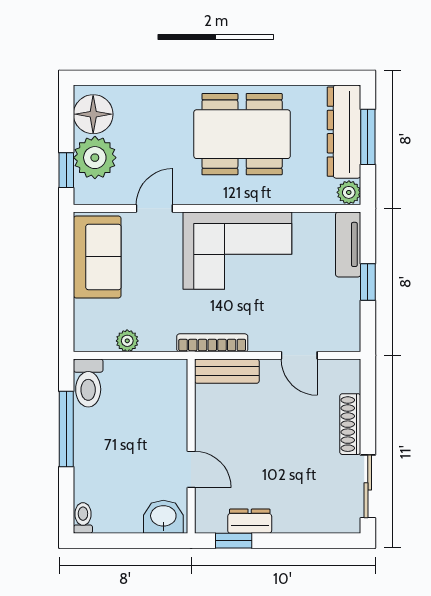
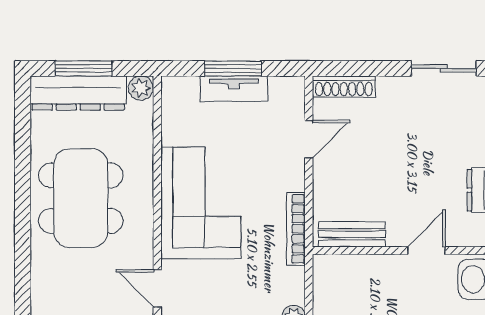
tv unit: (348, 244) -> (234, 89), moved
window: (368, 282) -> (233, 68), width x1.50
bench: (227, 371) -> (352, 234), moved, turned 90
shoe rack: (350, 424) -> (344, 87), moved

